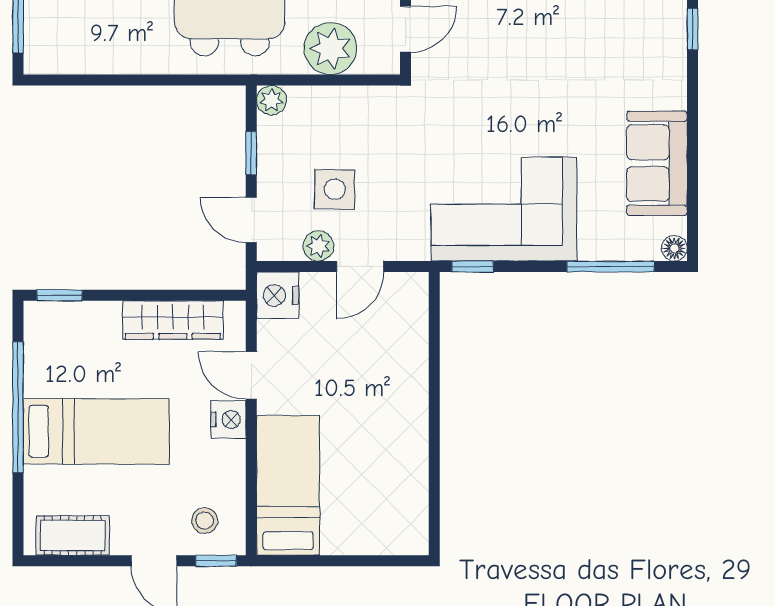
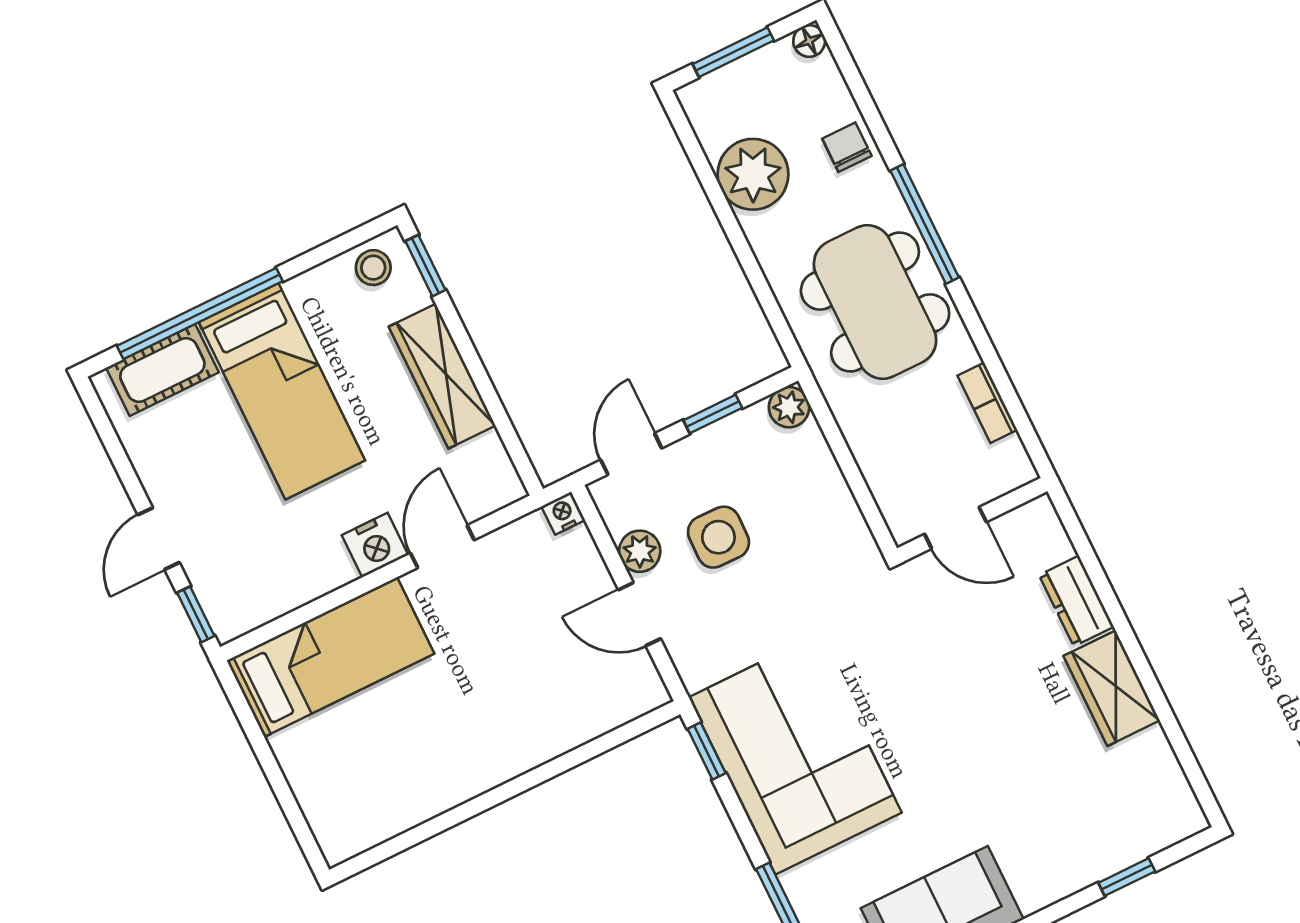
plant: (330, 48) -> (753, 174), moved
nightstand: (278, 295) -> (563, 513), width x0.53, depth x0.56
wardrobe: (173, 320) -> (442, 376), moved
window: (18, 407) -> (200, 314), moved
stool: (205, 521) -> (373, 268), moved
cot: (73, 536) -> (162, 370), moved, turned 90

